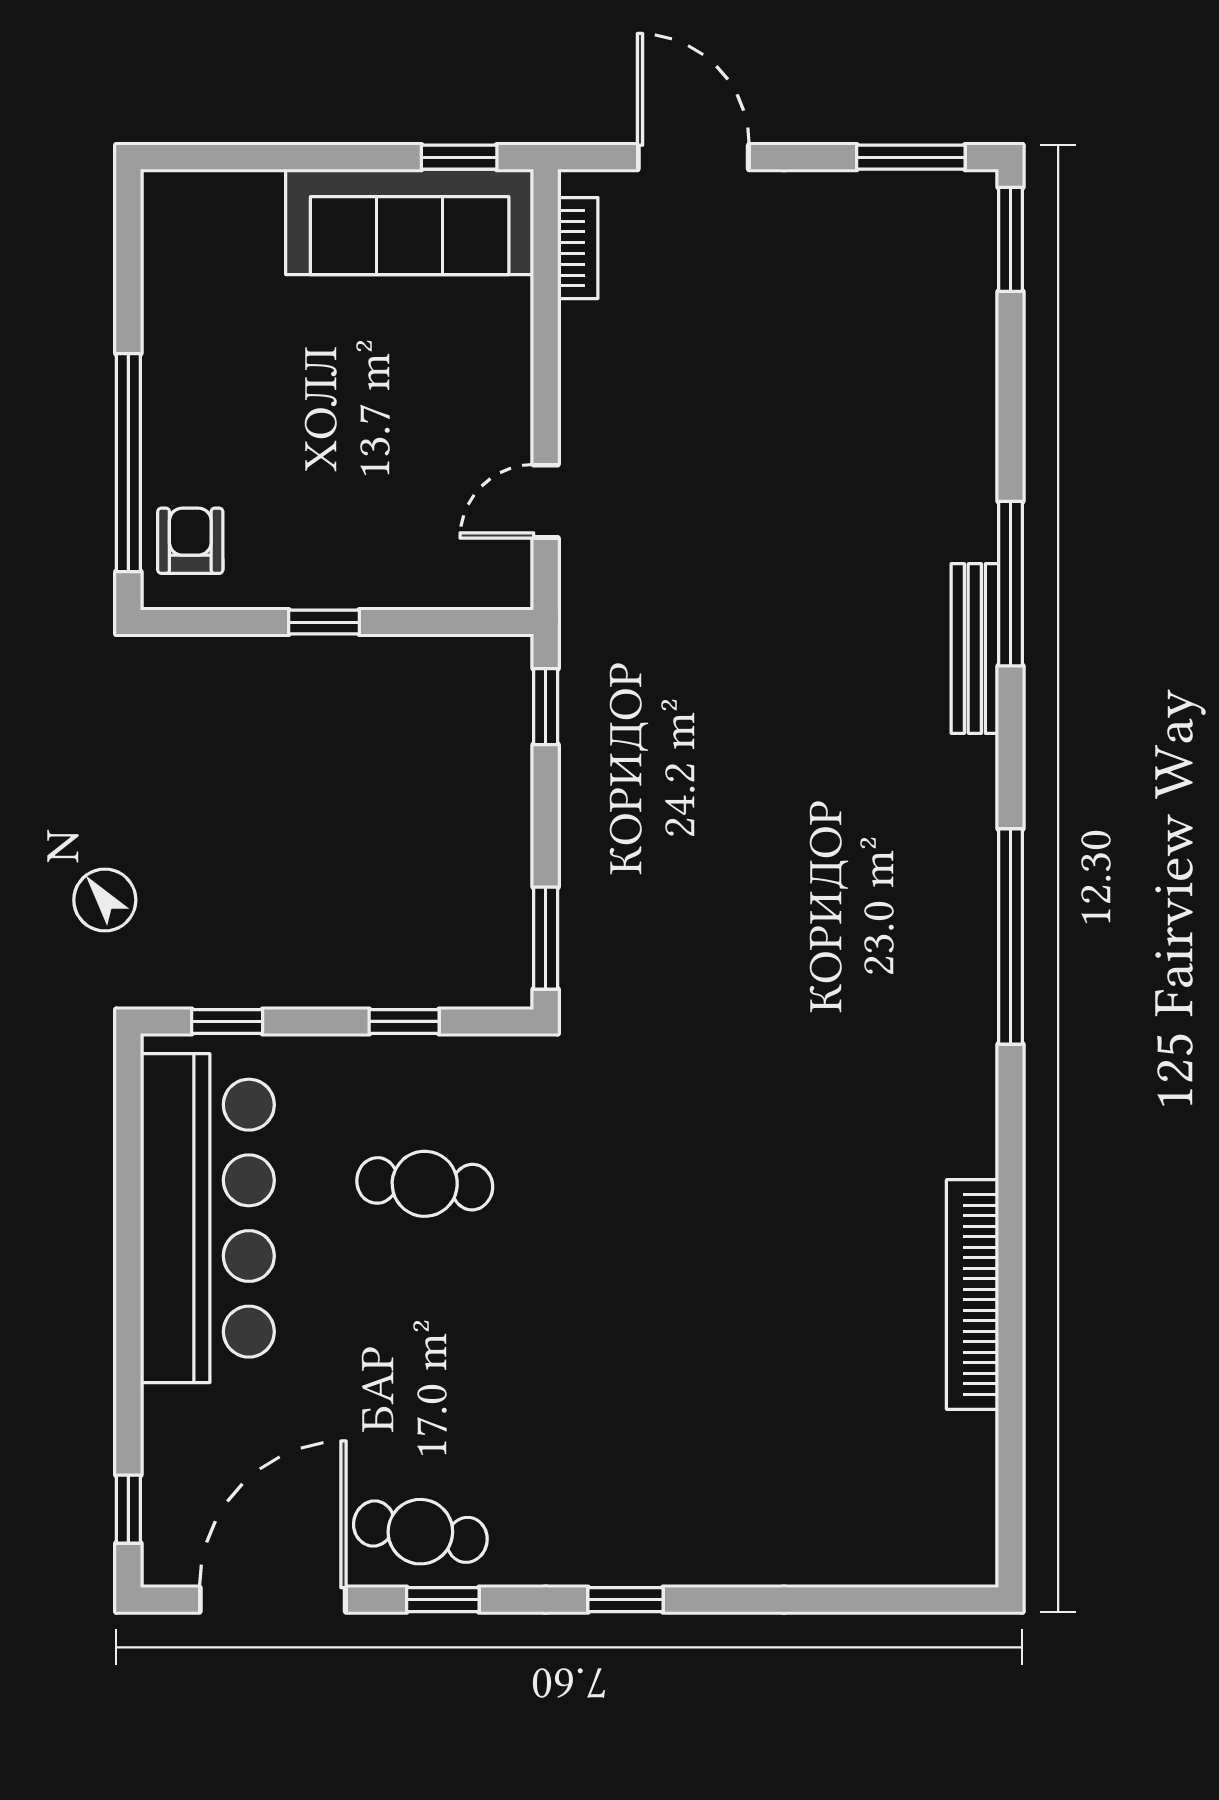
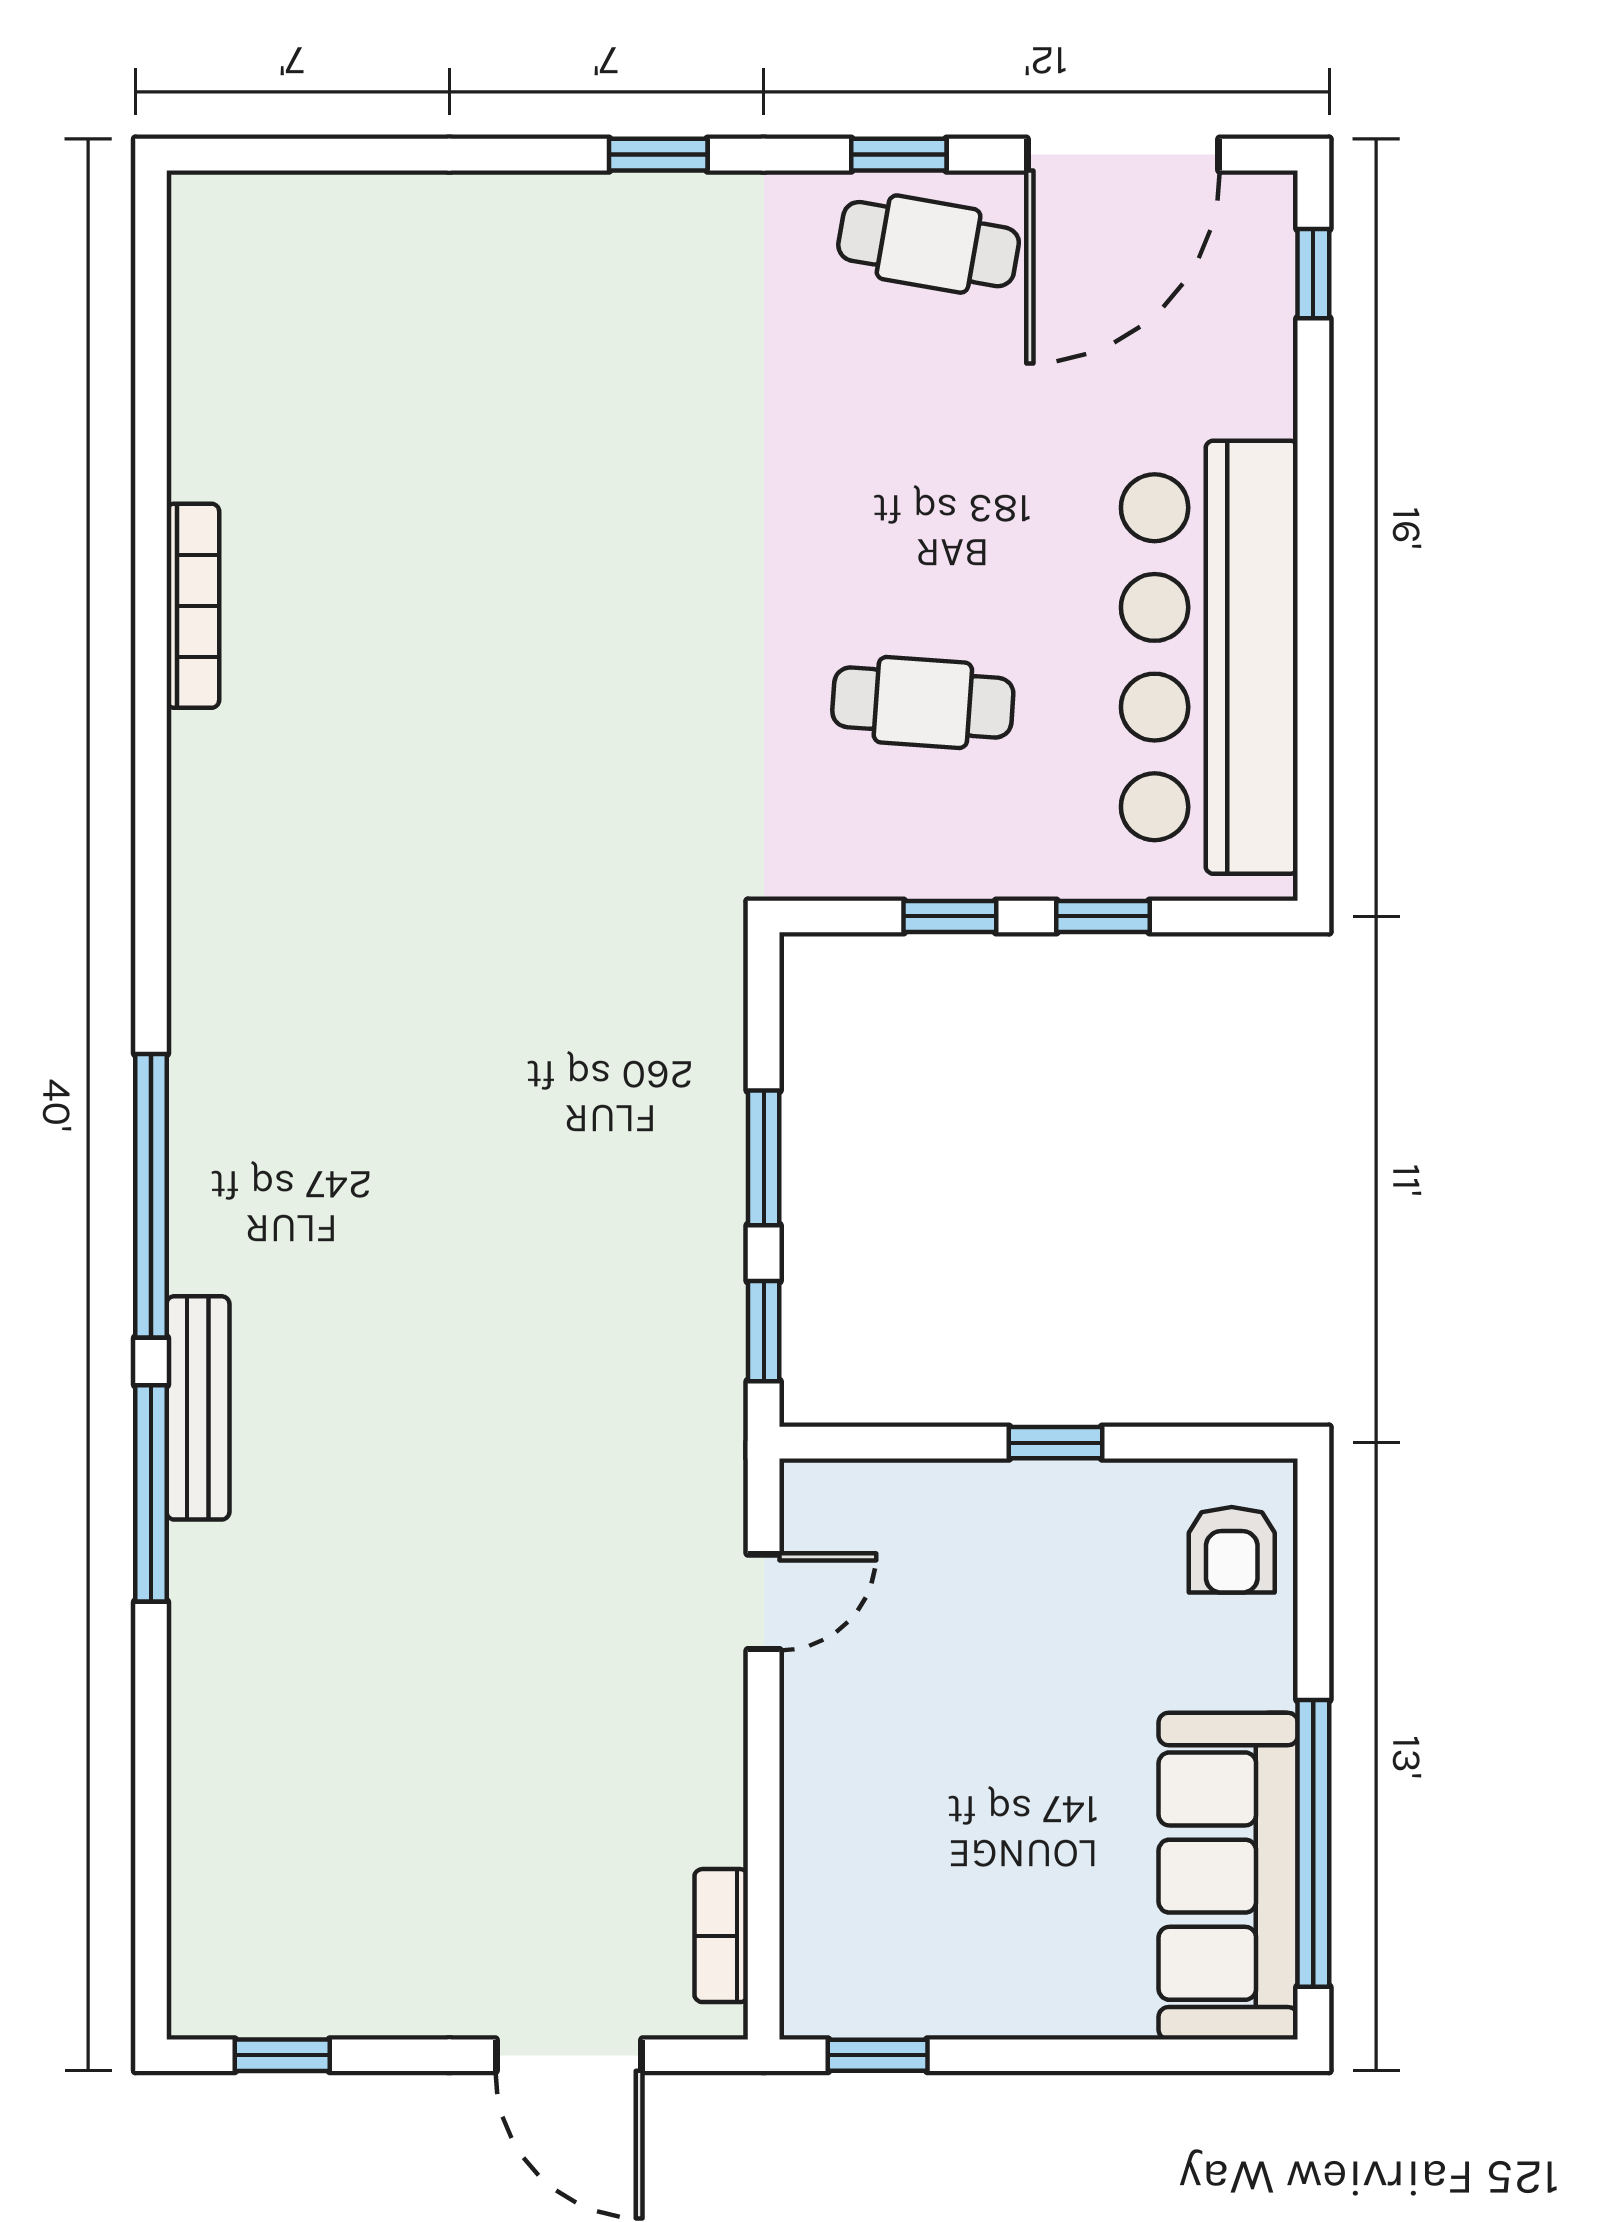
window: (911, 157) -> (282, 2055), width x0.67
sofa: (410, 222) -> (1228, 1876), moved, turned -90
window: (1011, 239) -> (151, 1947), removed
window: (128, 463) -> (1313, 1843), moved
window: (1011, 936) -> (151, 1196), moved
window: (546, 938) -> (764, 1158), moved
window: (227, 1021) -> (1103, 916), moved
bookcase: (973, 1294) -> (193, 606), width x0.68, depth x0.76

